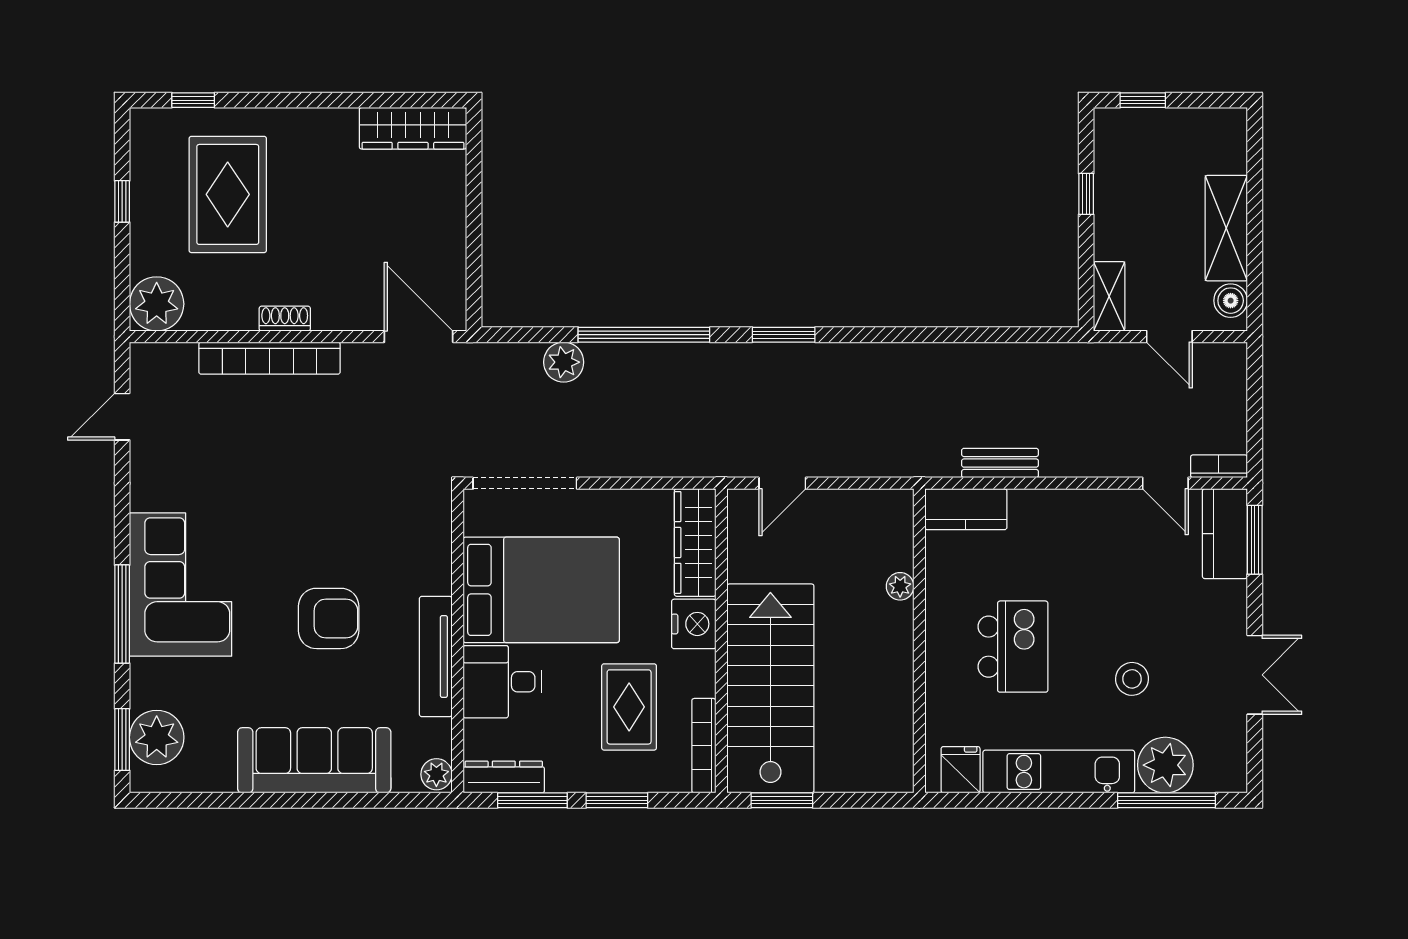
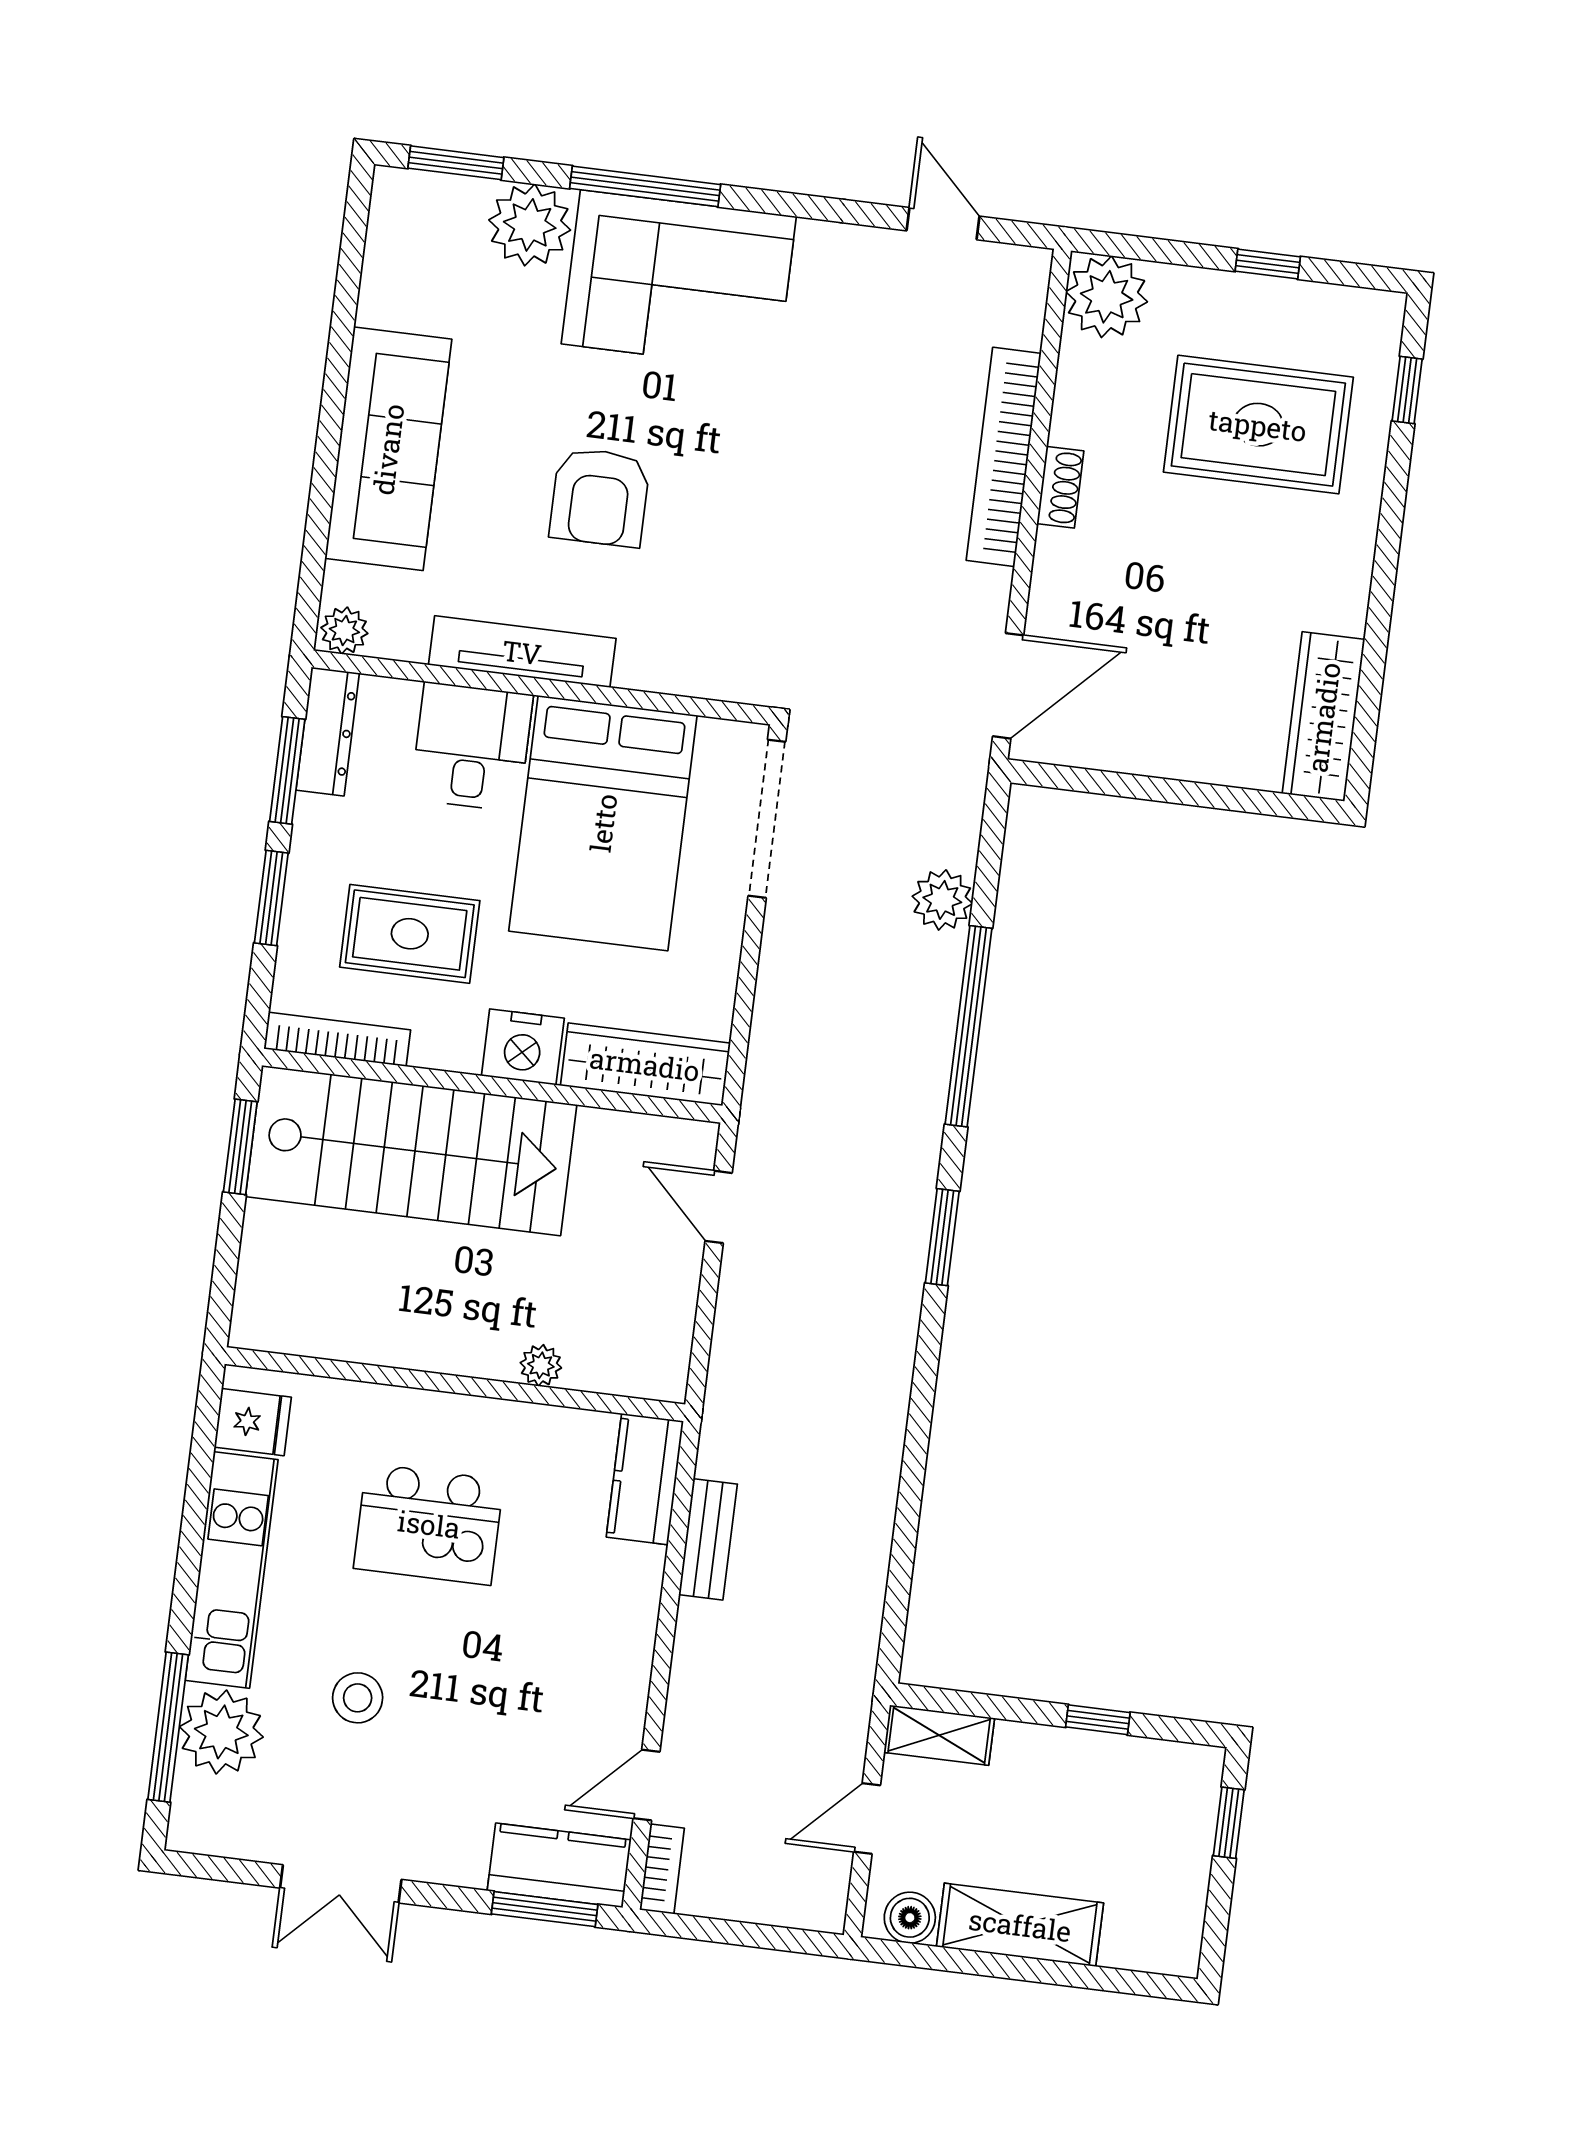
plant: (157, 737) -> (530, 225), moved

